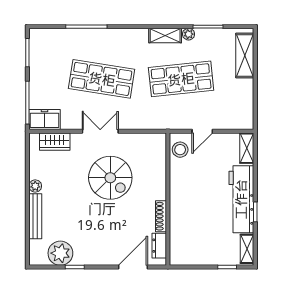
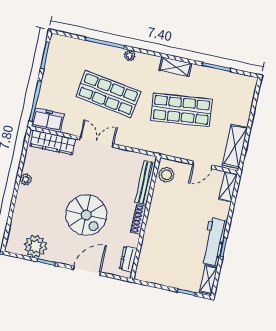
plant: (189, 34) -> (130, 55), moved
shelving: (245, 56) -> (235, 146), moved
door: (202, 131) -> (202, 165), moved
wardrobe: (55, 142) -> (53, 142), width x1.50
spiral stairs: (110, 178) -> (86, 215), moved
workbench: (241, 199) -> (214, 242), width x0.73, depth x0.76
bench: (35, 216) -> (145, 182), moved
shoe rack: (161, 216) -> (138, 219), moved
door: (133, 267) -> (87, 271), moved

